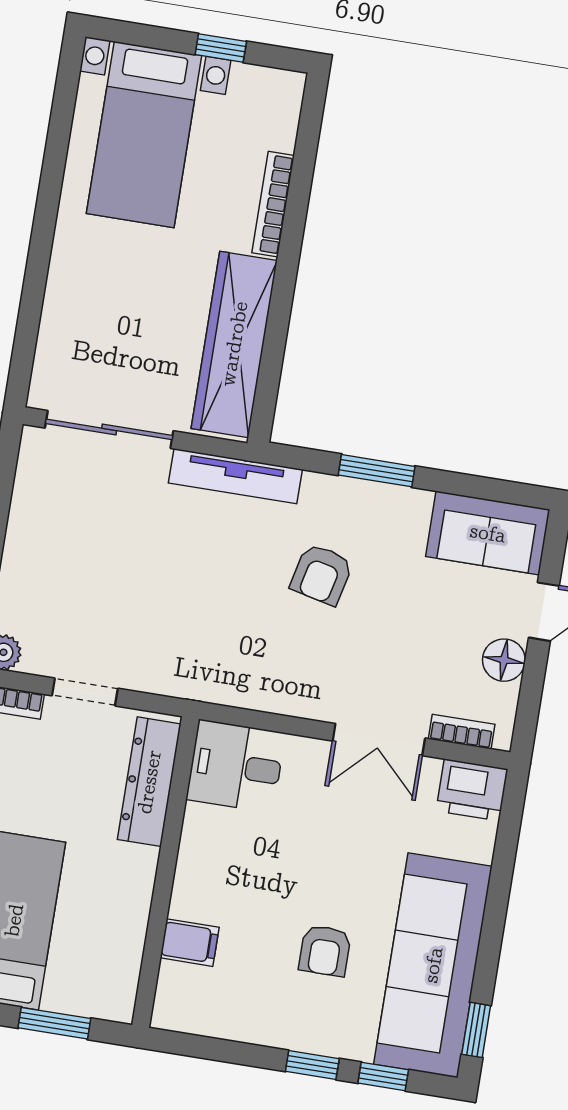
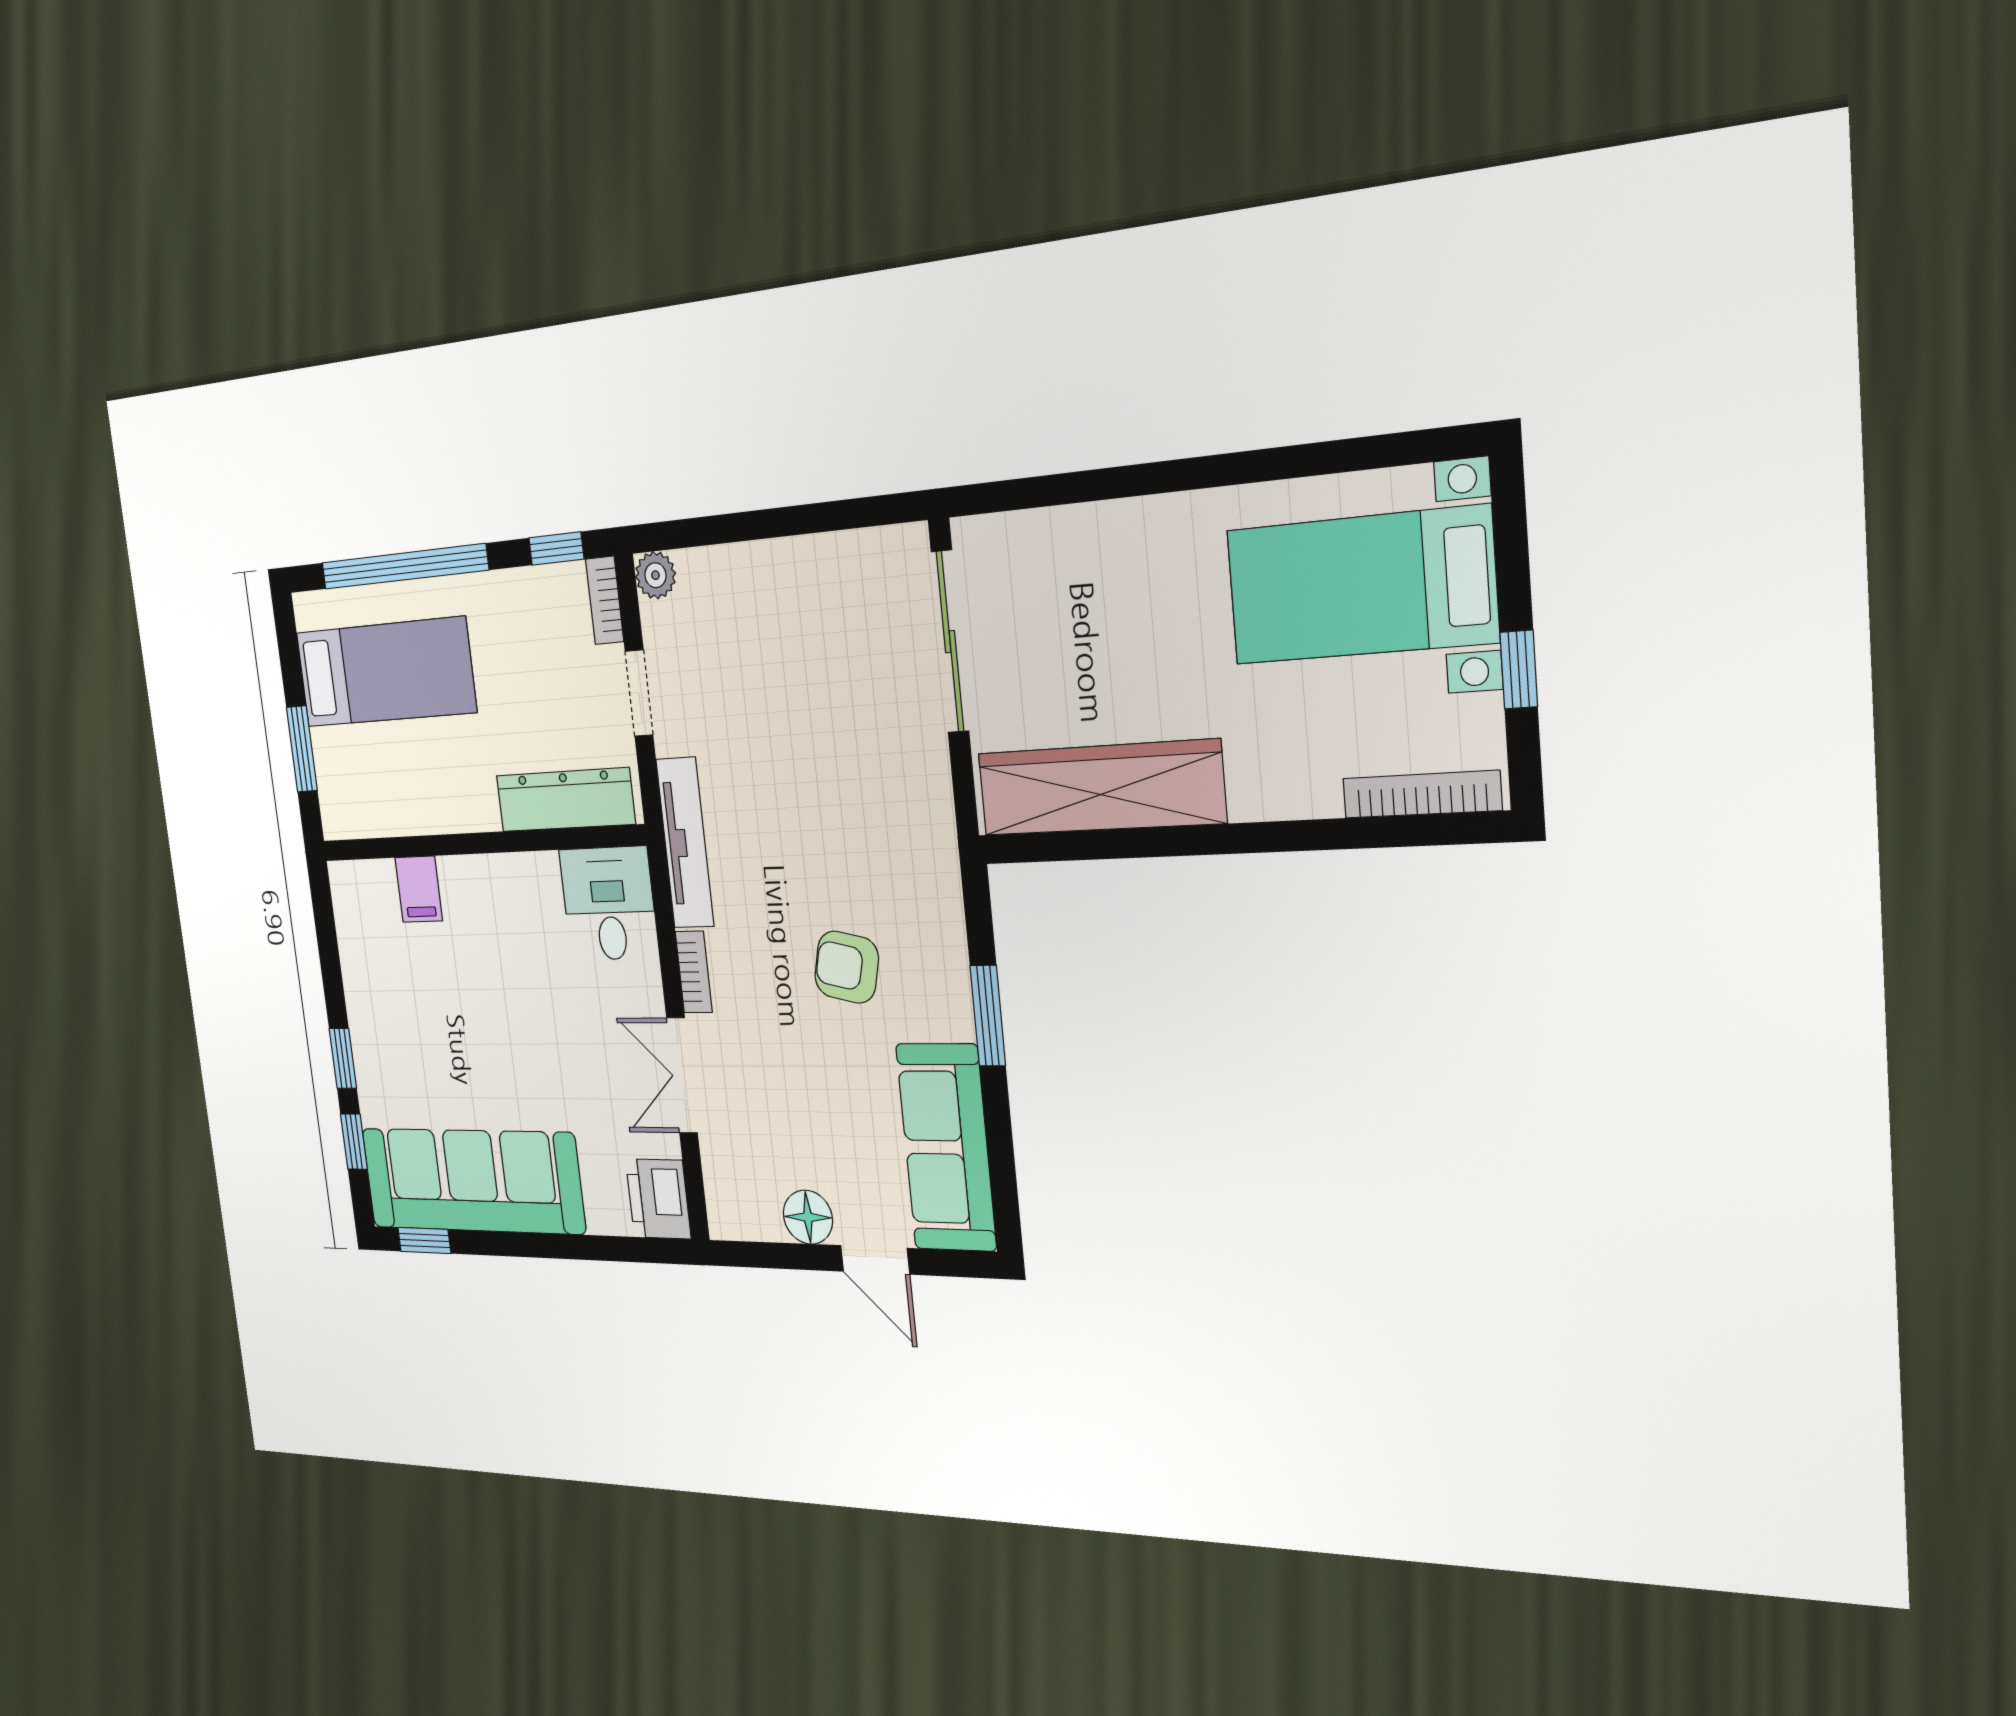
bookcase: (273, 204) -> (1422, 794), moved
tv unit: (235, 476) -> (685, 843), moved, turned 180
sofa: (488, 533) -> (946, 1147), width x1.36
bookcase: (462, 732) -> (694, 972), moved
armchair: (325, 951) -> (453, 1051), removed

